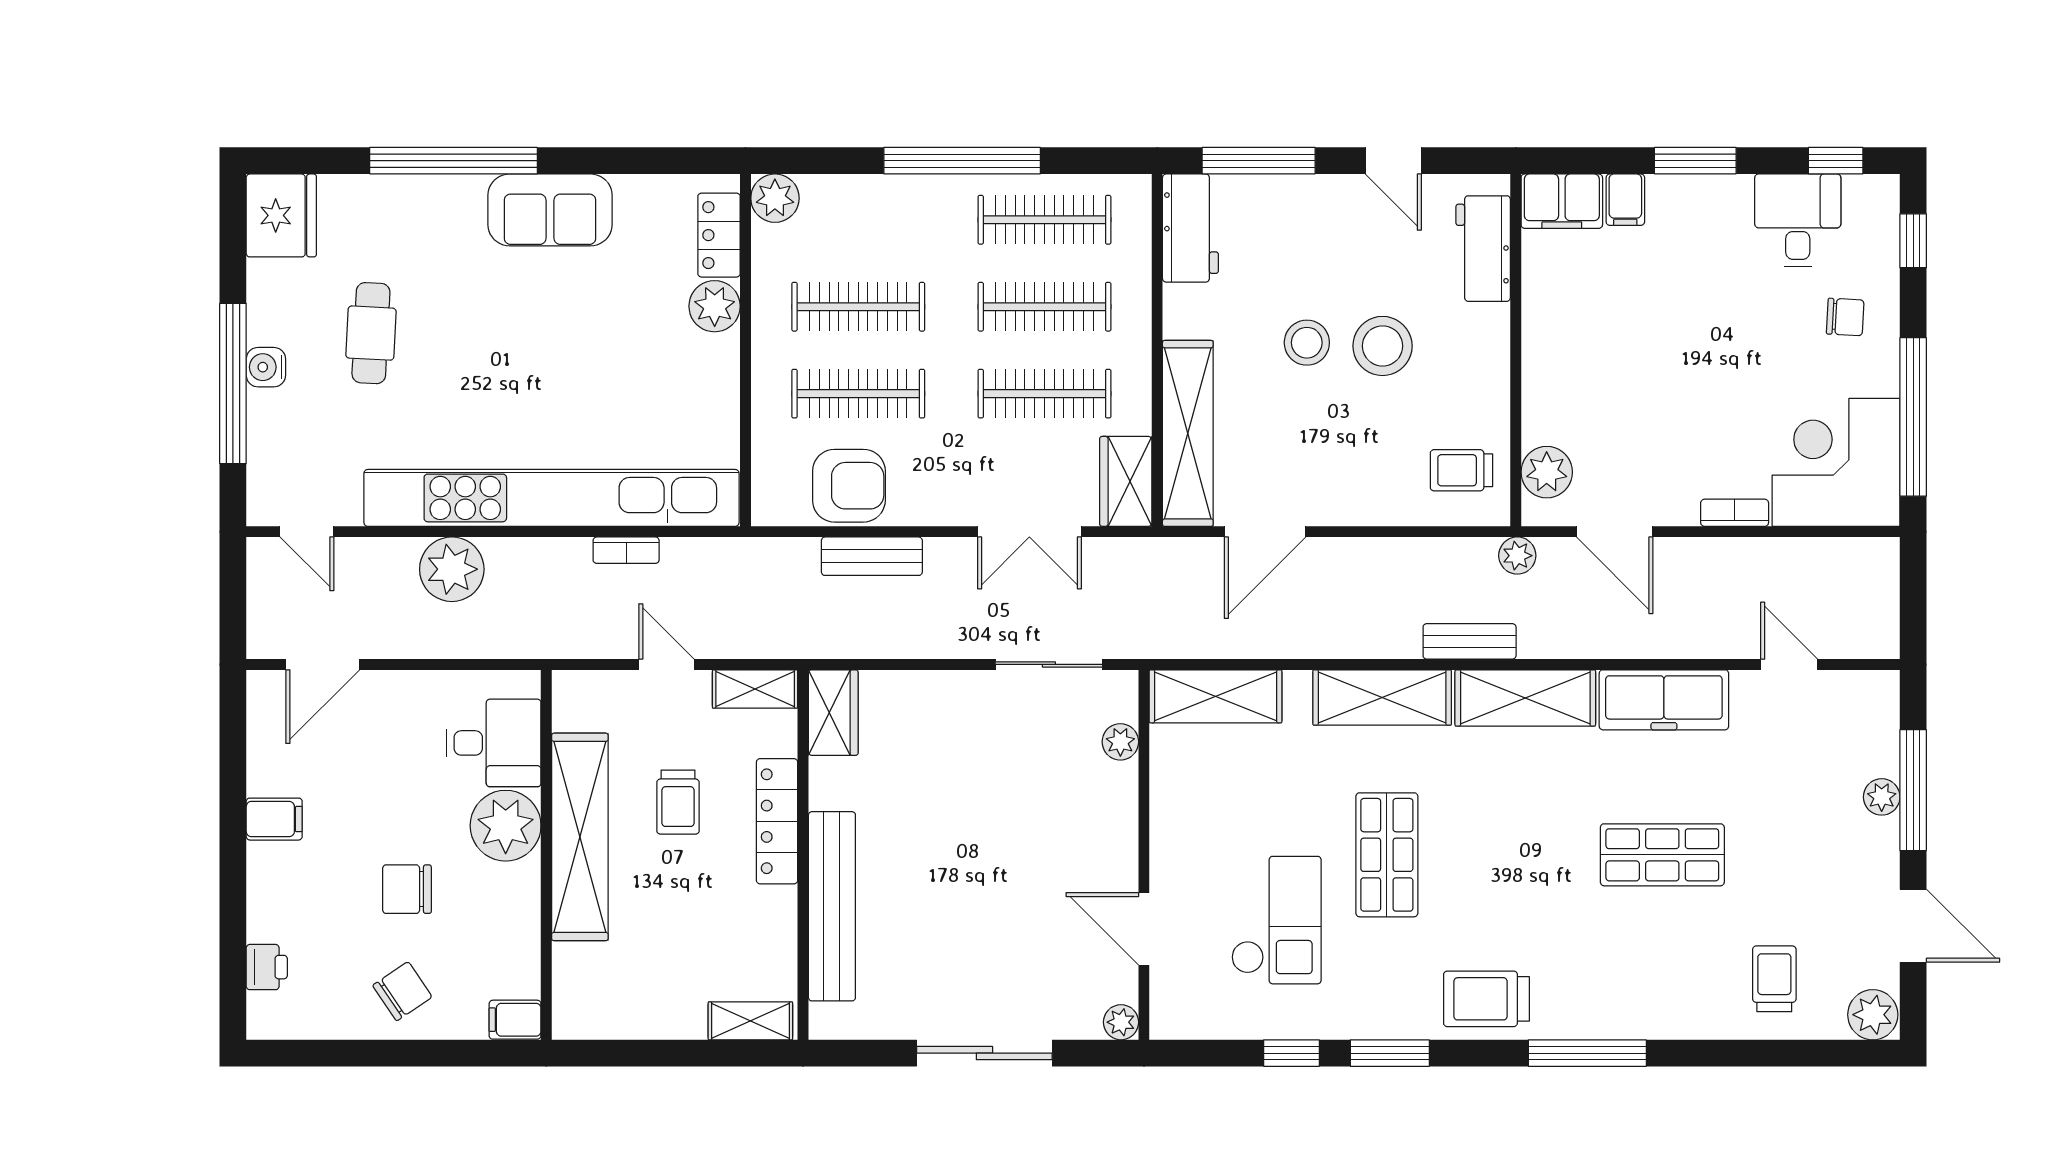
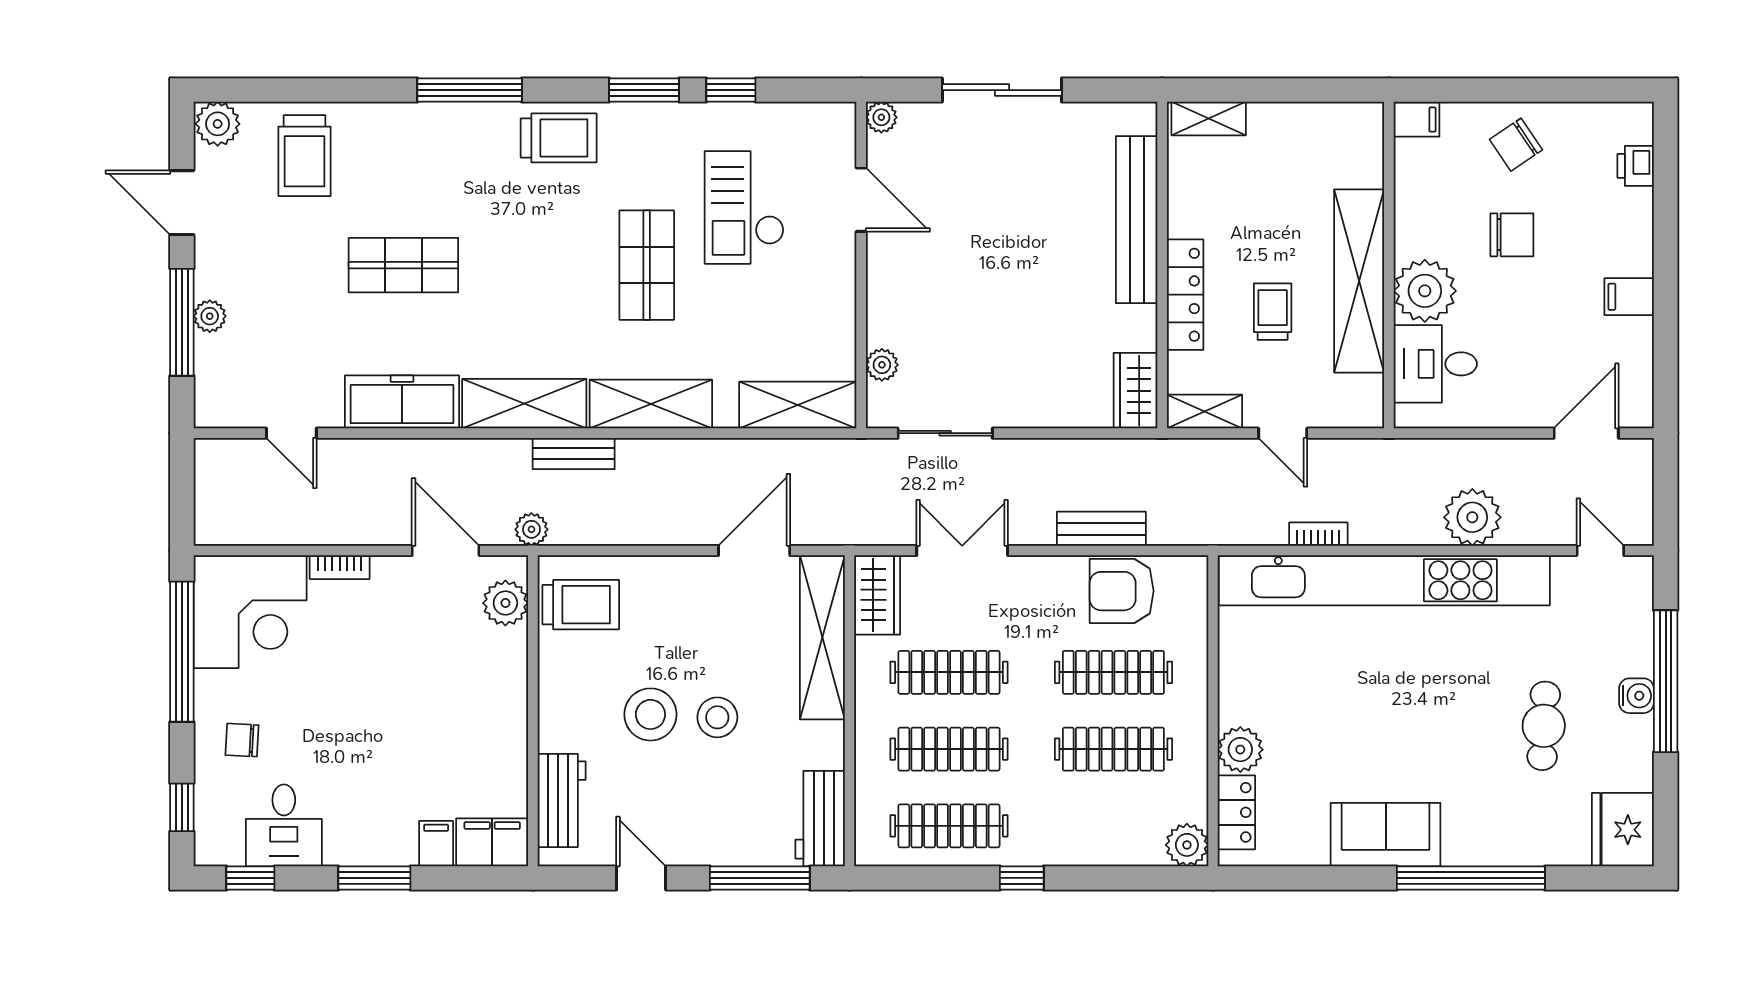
window: (962, 161) -> (1022, 878), width x0.32
trolley: (1461, 470) -> (581, 605), width x1.36, depth x1.39
trolley: (1774, 979) -> (304, 156), width x1.36, depth x1.39

